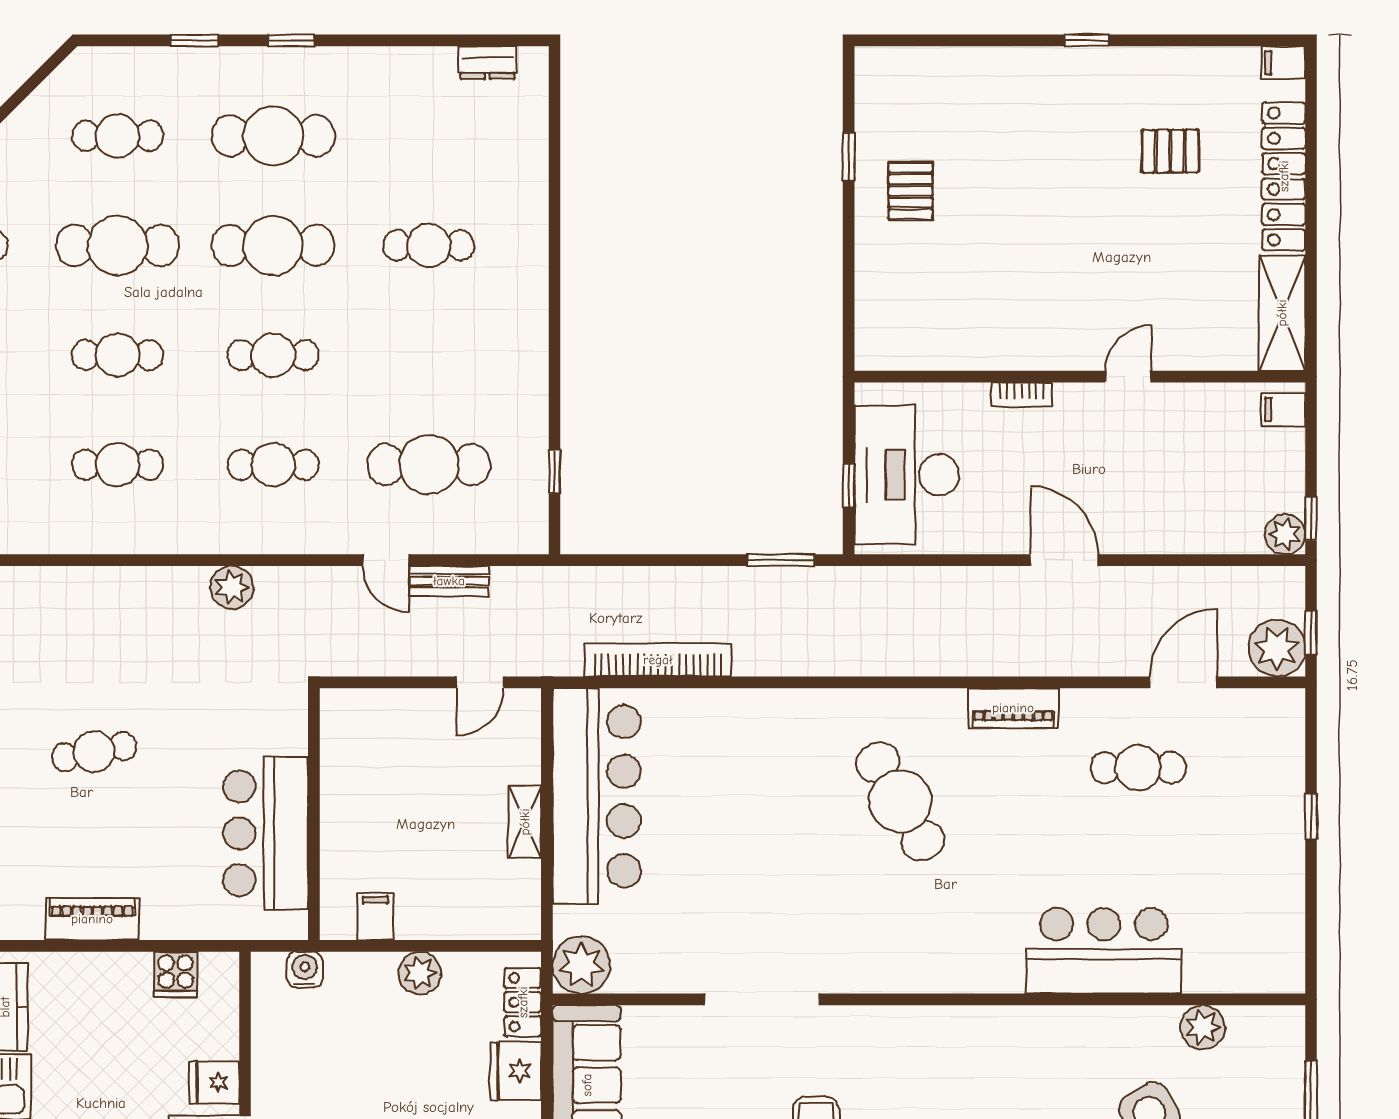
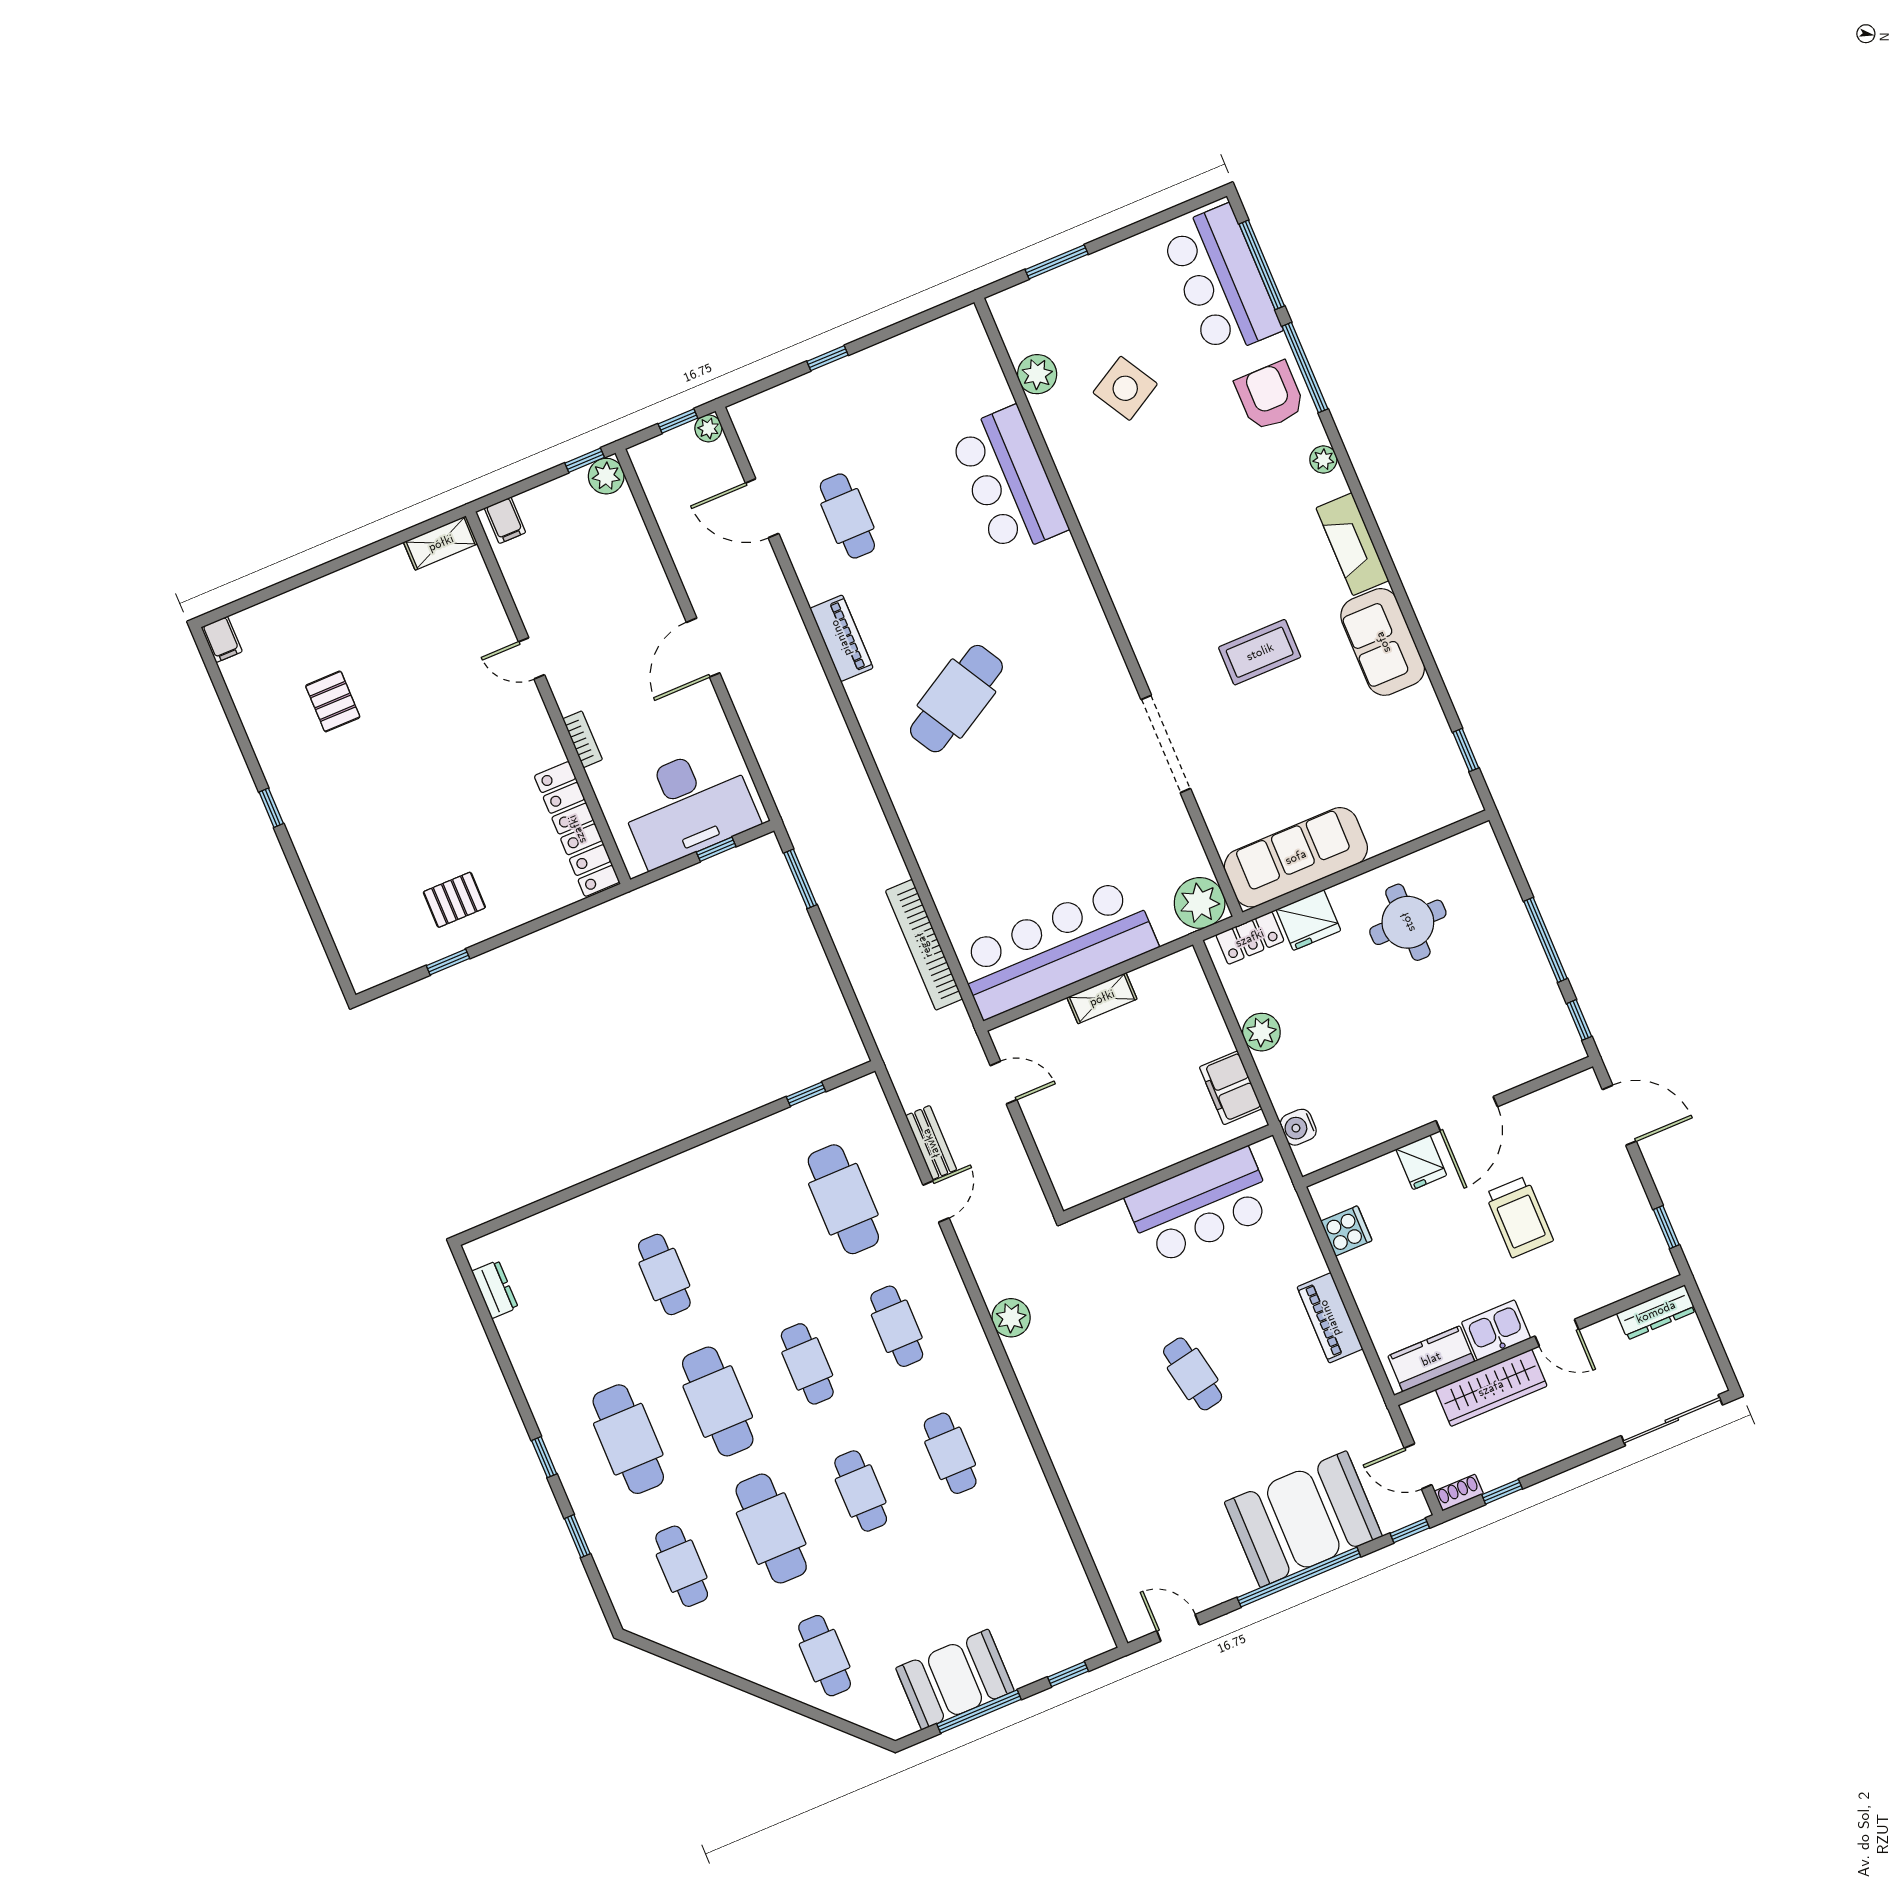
locker: (1284, 176) -> (577, 829), moved, turned 90
shelving: (1282, 313) -> (441, 543), width x0.67, depth x0.75
plant: (1277, 648) -> (708, 428), width x0.53, depth x0.53
filing cabinet: (375, 916) -> (1231, 1088), width x2.00

